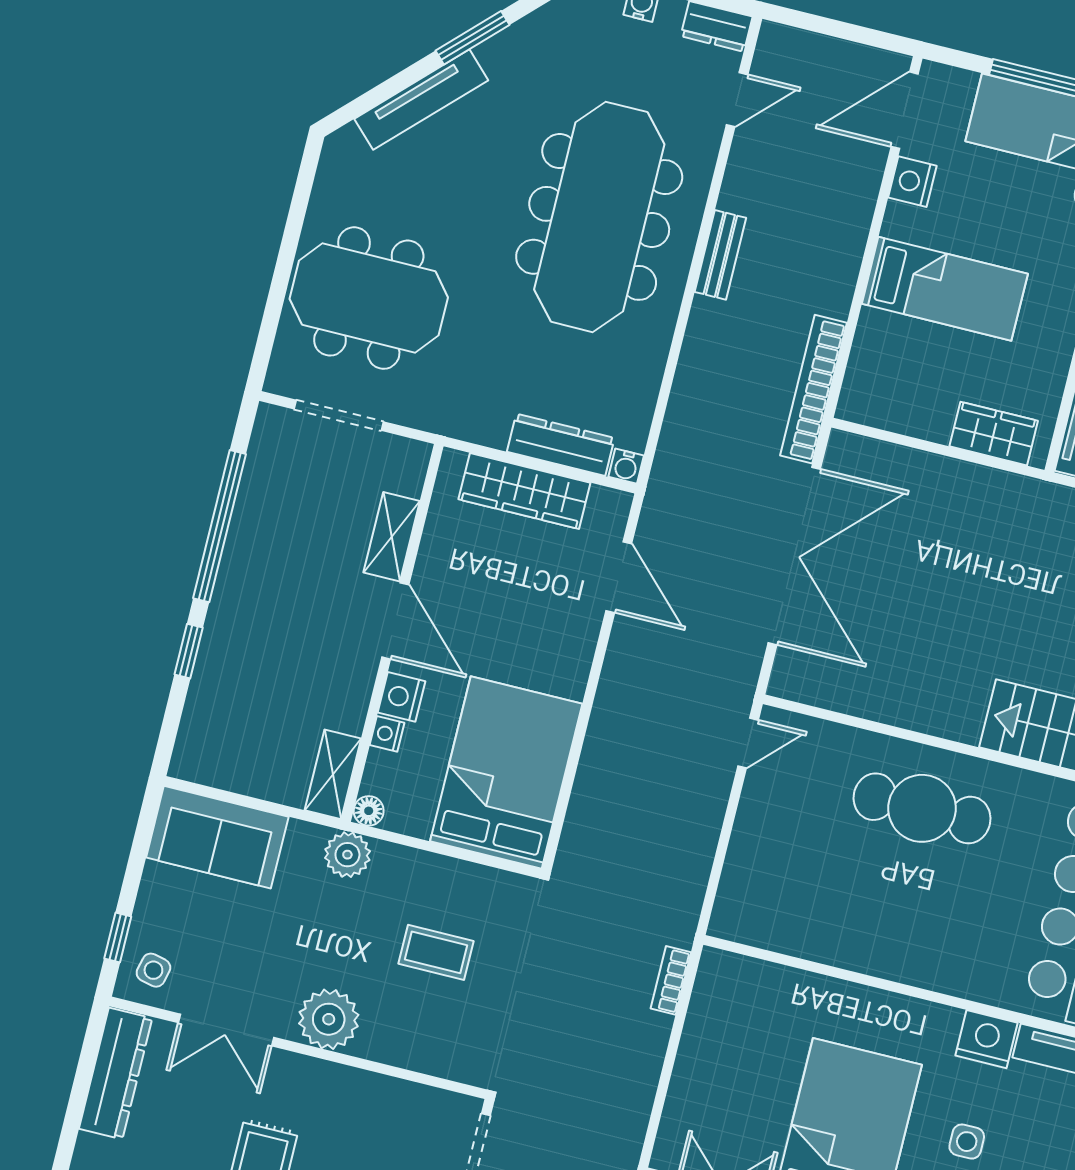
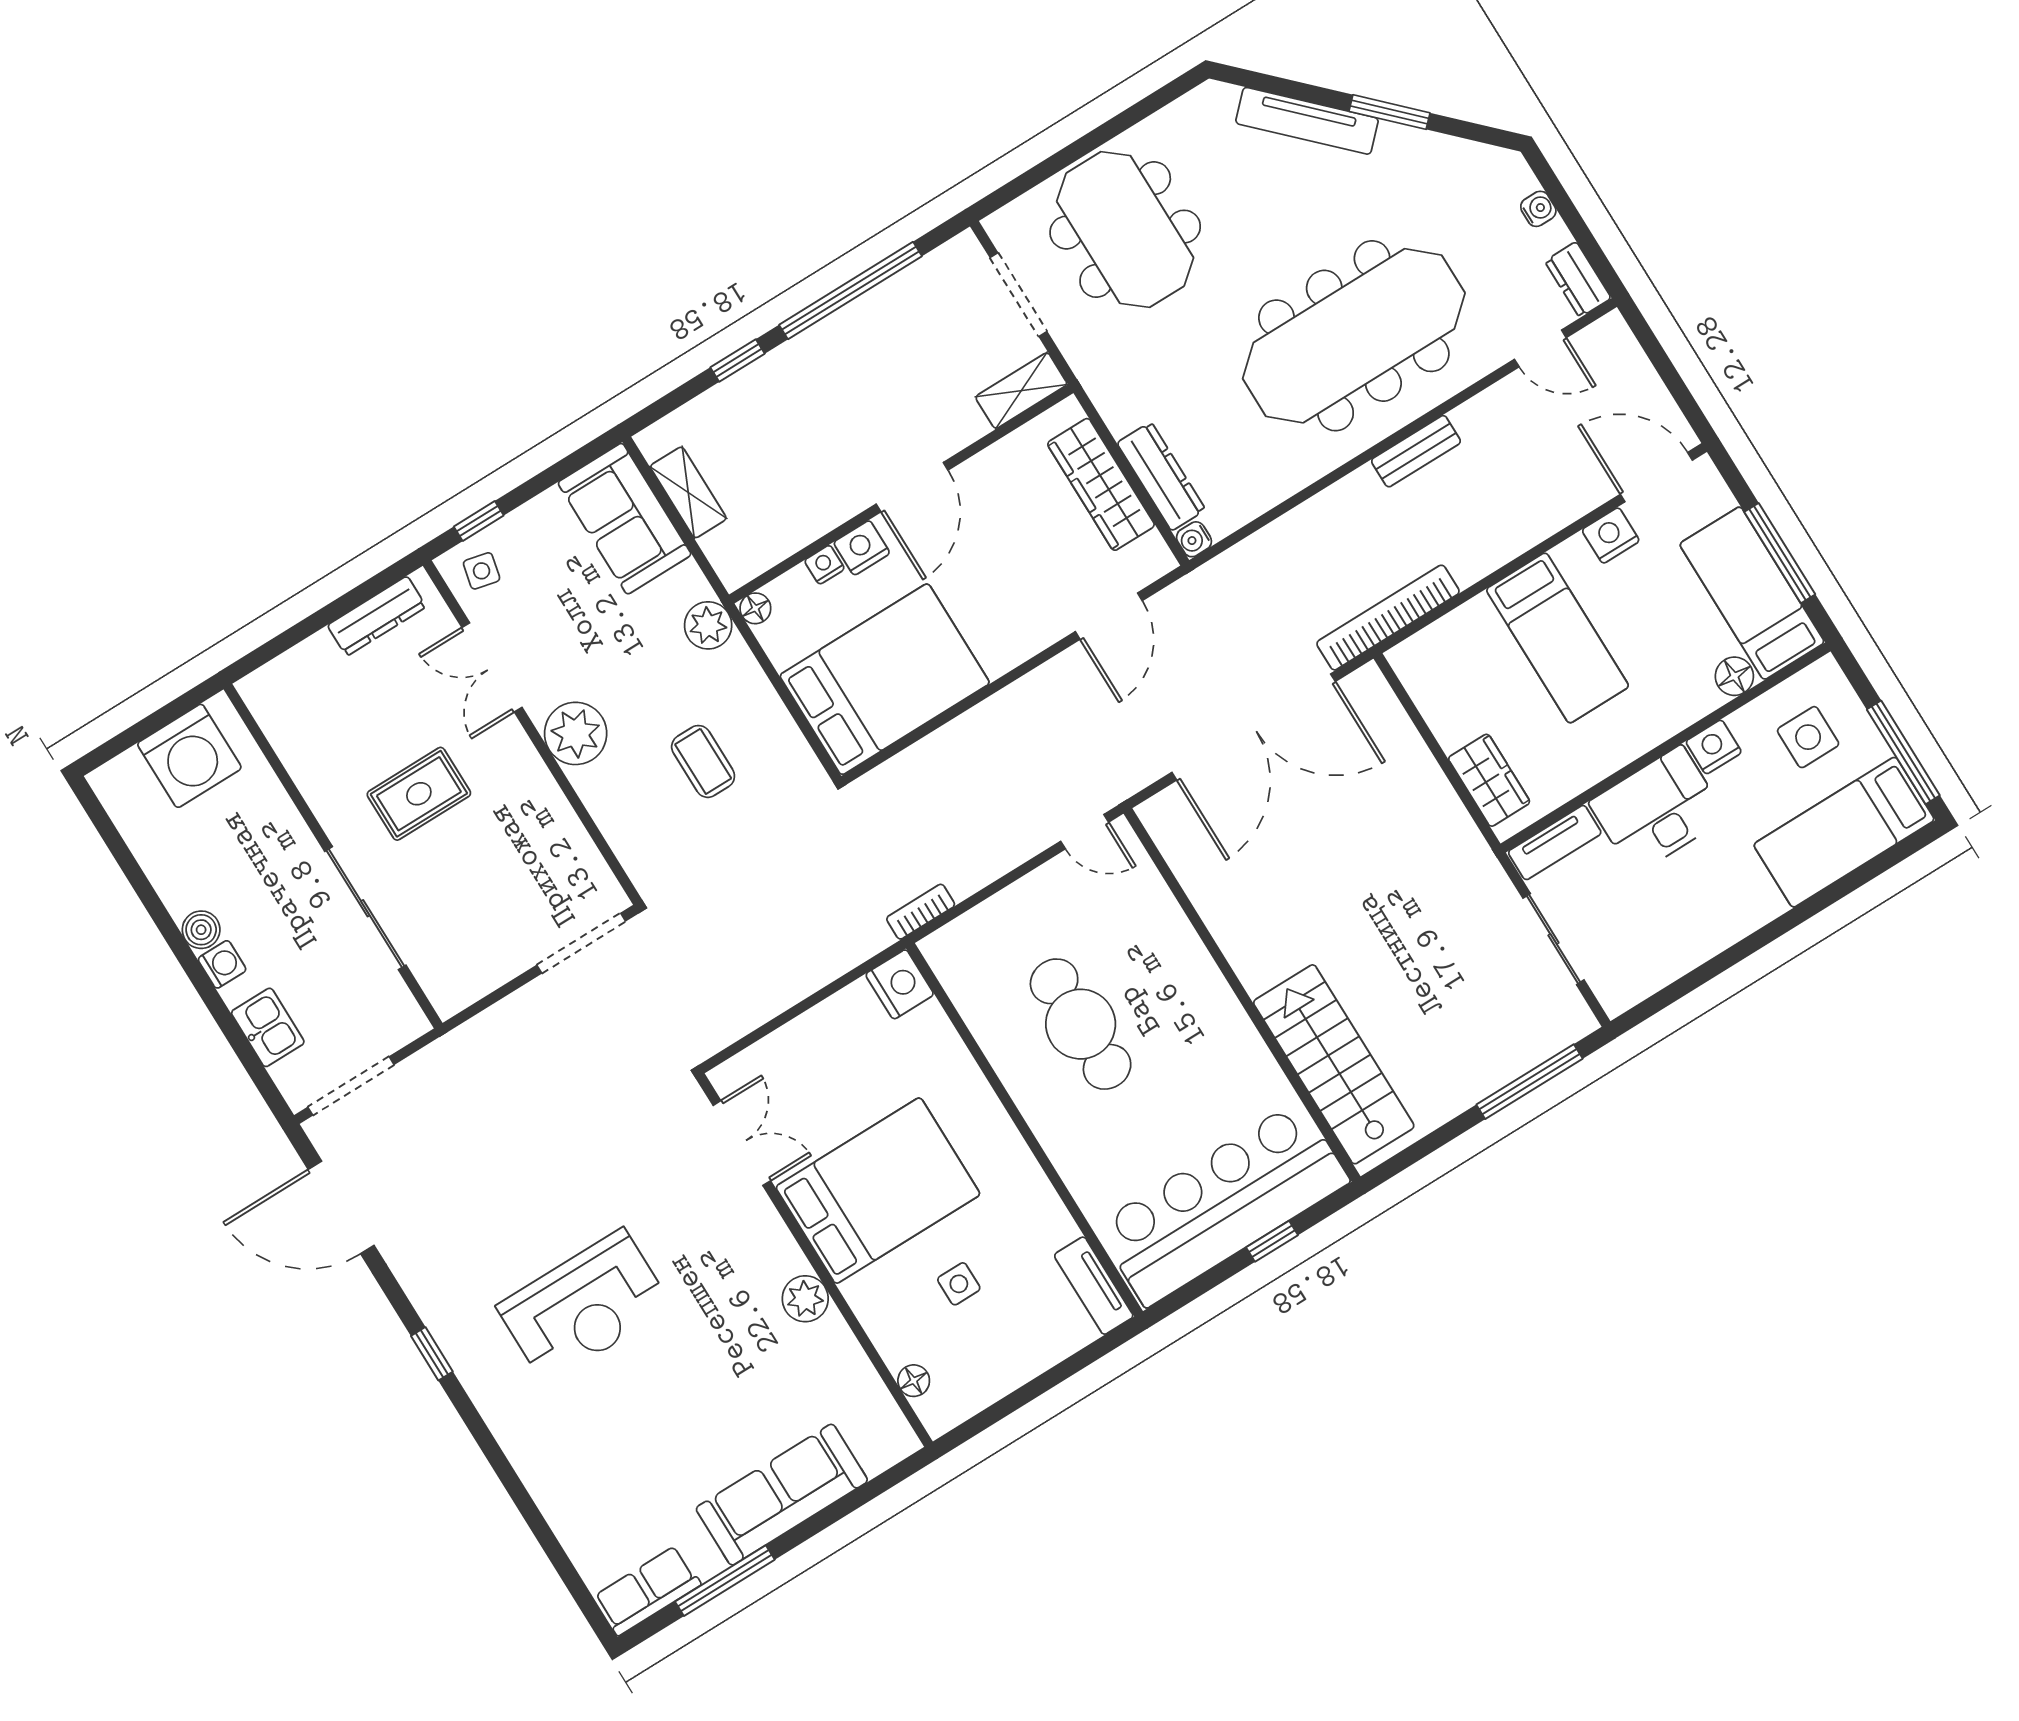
shelving: (392, 537) -> (1021, 391), moved
shelving: (333, 774) -> (688, 492), moved, turned 90
cafe table: (922, 808) -> (1081, 1024), moved
bookcase: (671, 980) -> (921, 912), moved
nightstand: (987, 1039) -> (900, 984), moved
dresser: (116, 1073) -> (377, 616), width x0.73, depth x0.80

